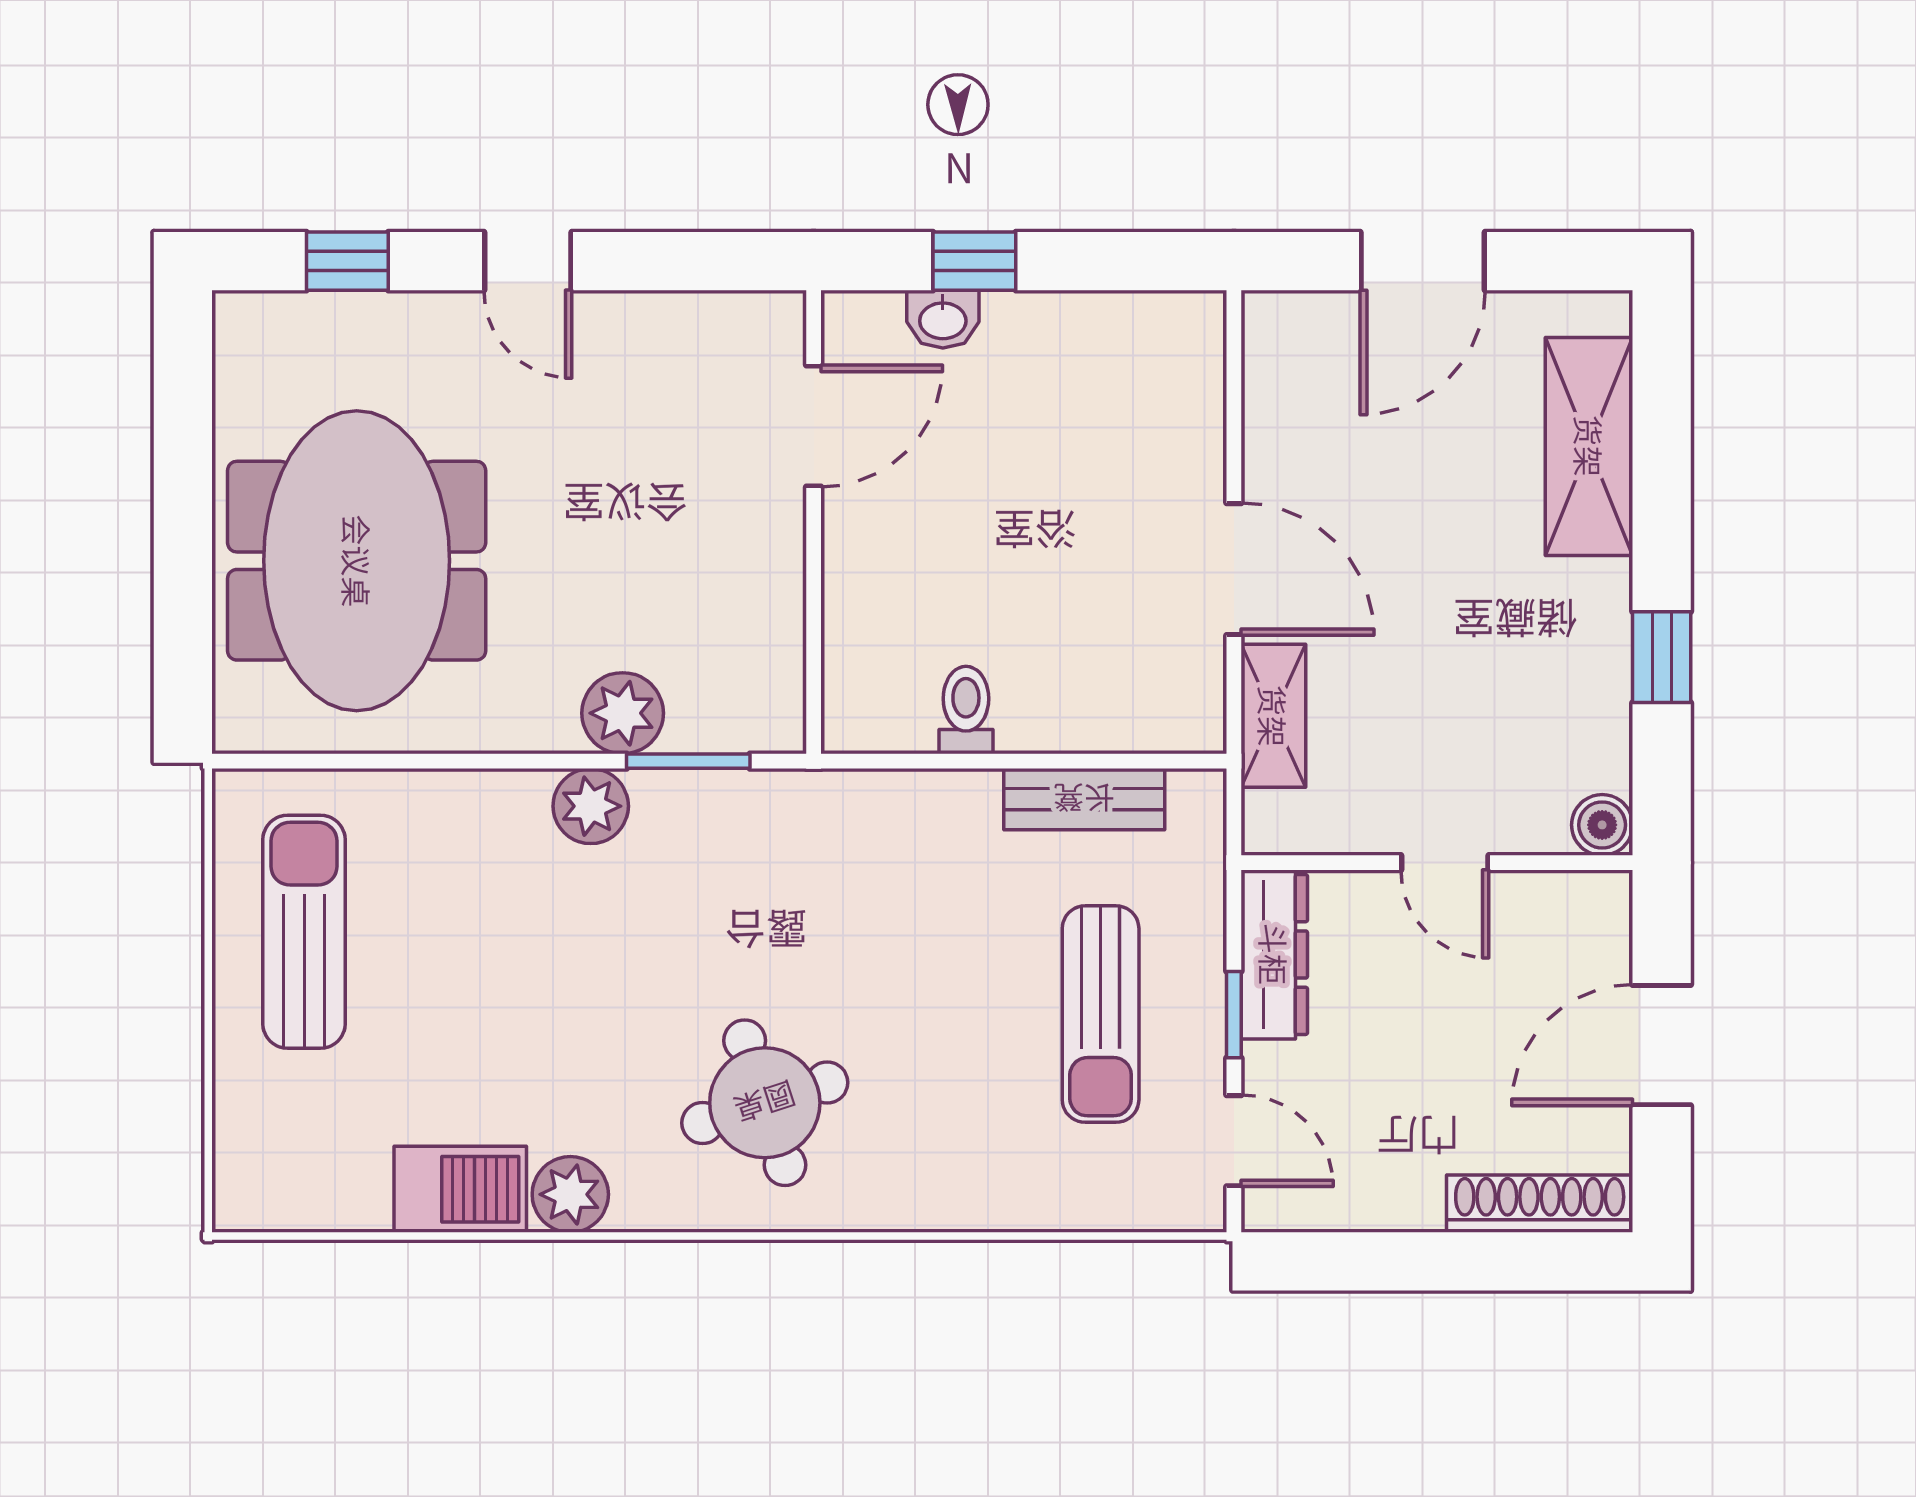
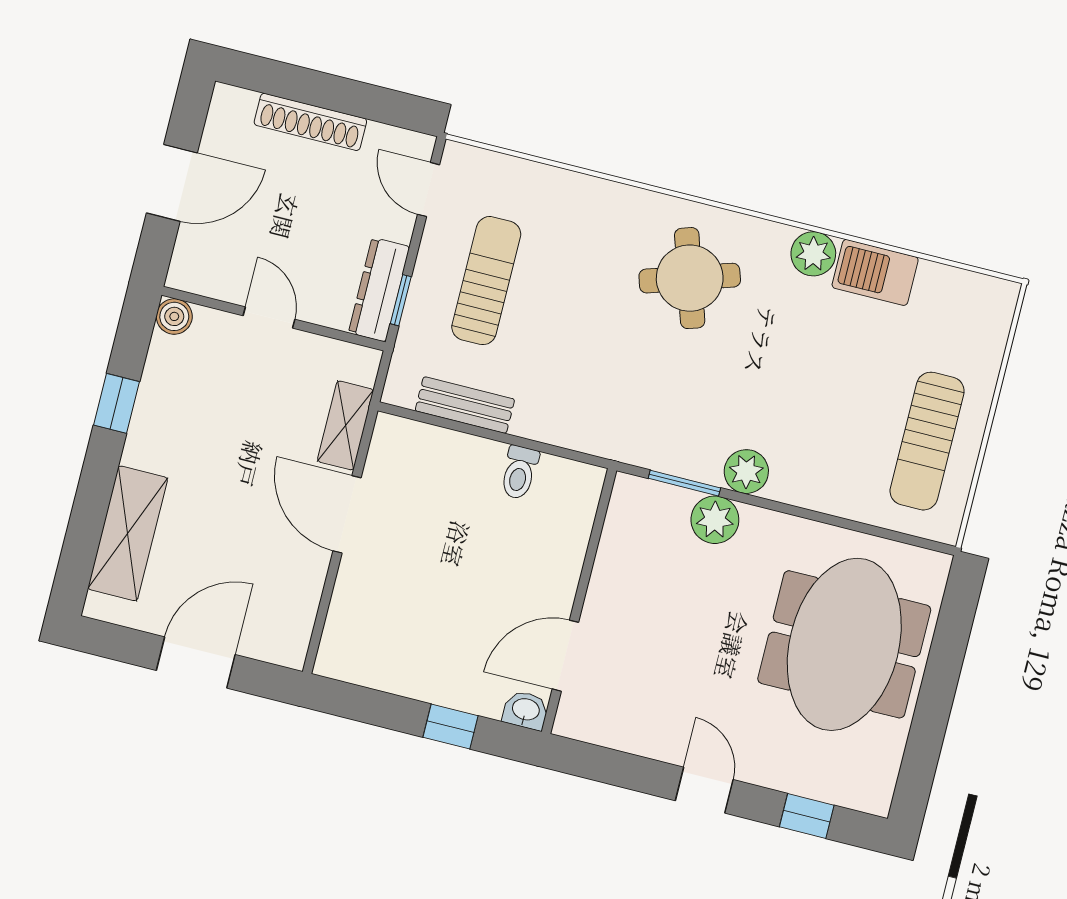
washbasin: (943, 319) -> (526, 710), moved
window: (1234, 1015) -> (401, 300), moved
shoe rack: (1540, 1204) -> (310, 122), moved

